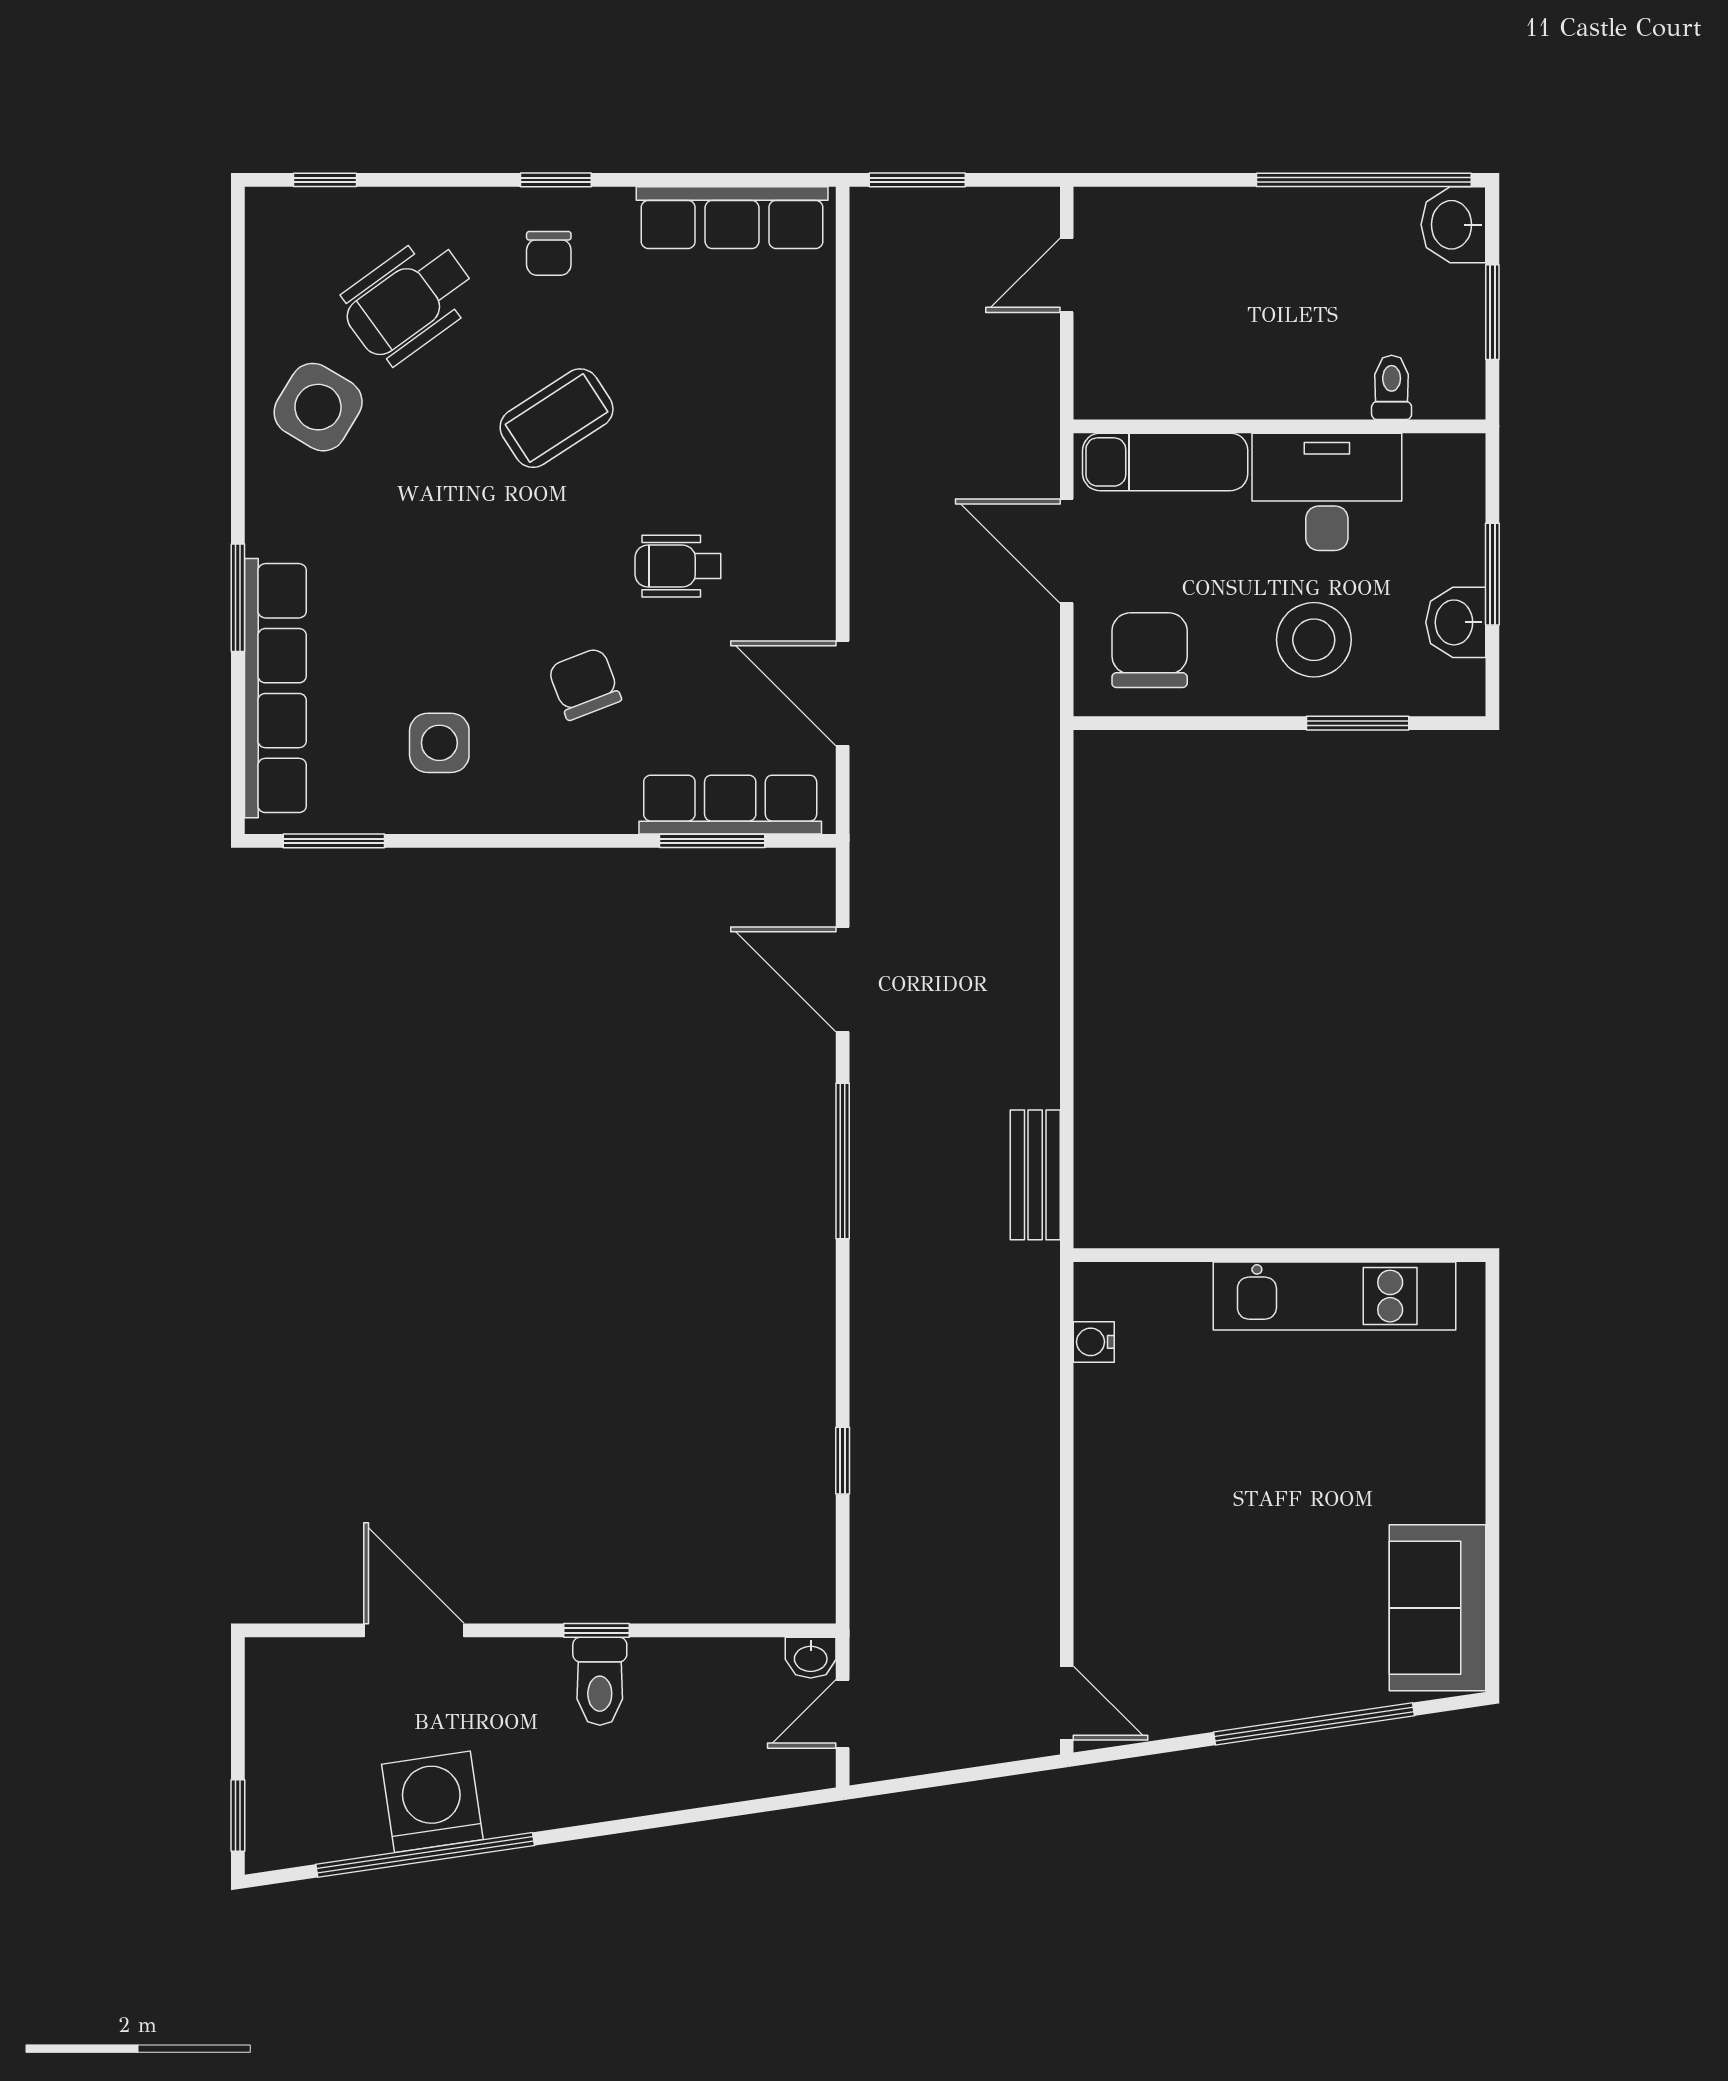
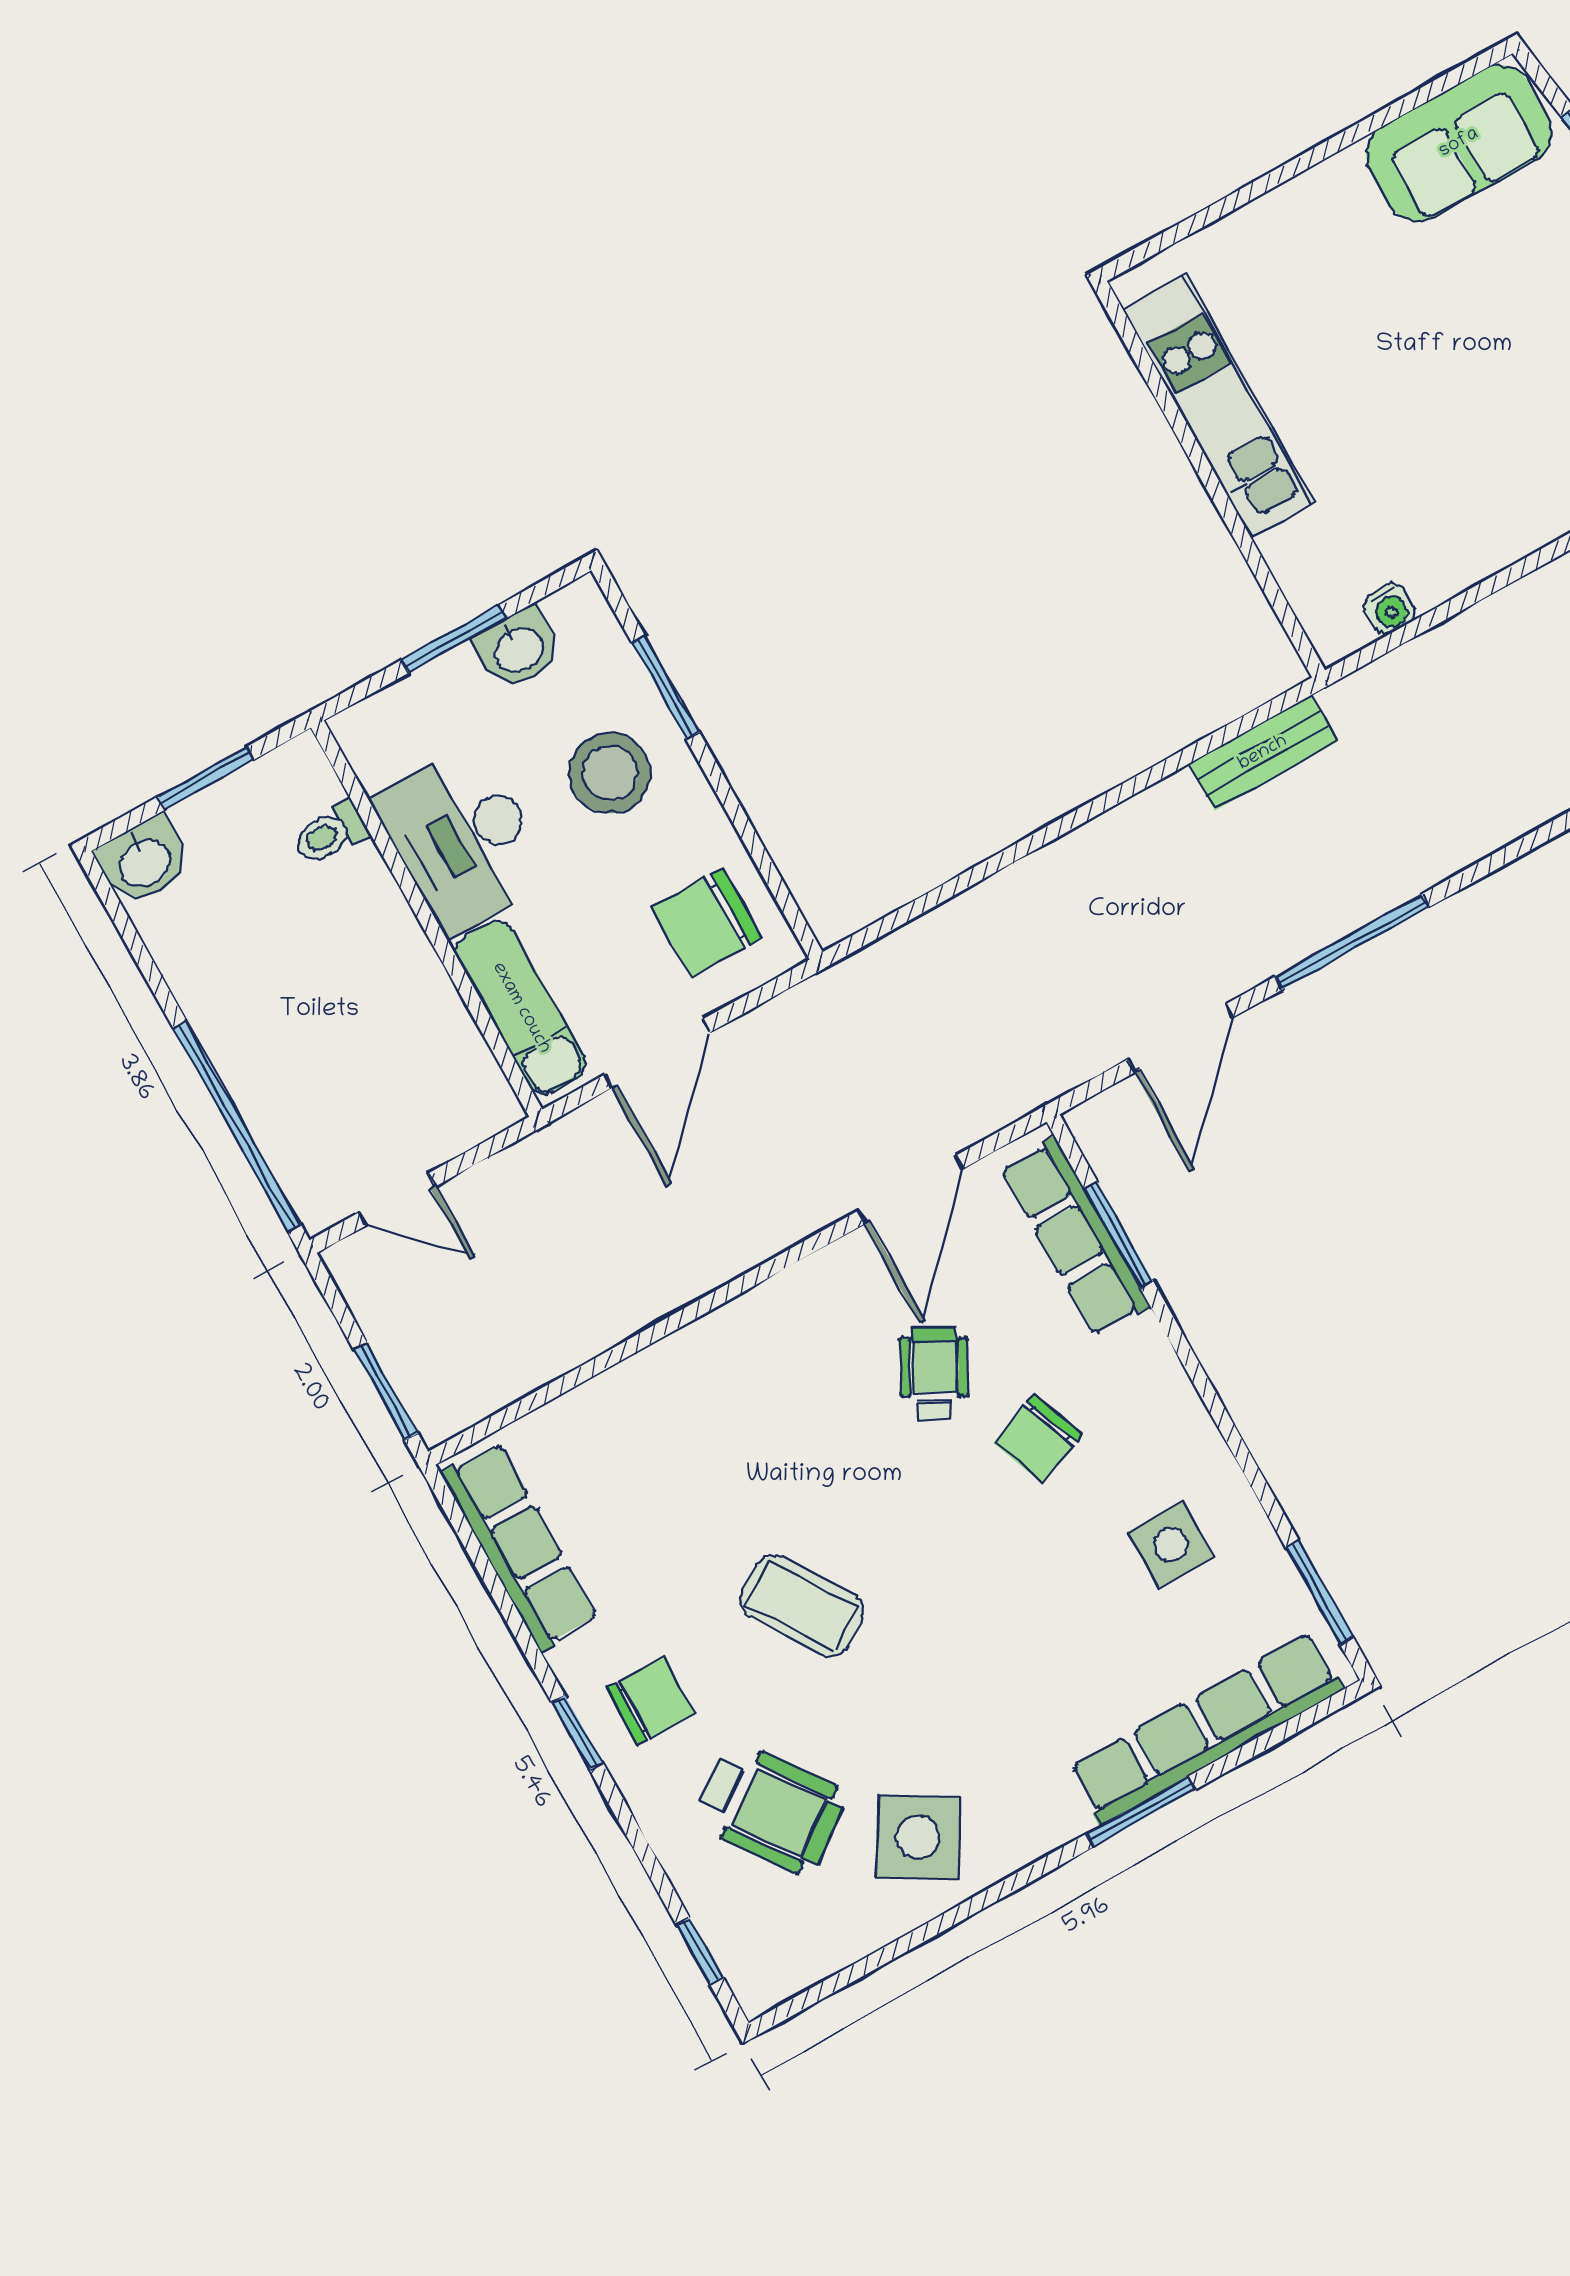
window: (1364, 180) -> (237, 1126), moved
chair: (549, 253) -> (651, 1701), width x1.37, depth x1.37
wheelchair: (678, 566) -> (934, 1374), moved, turned -151

